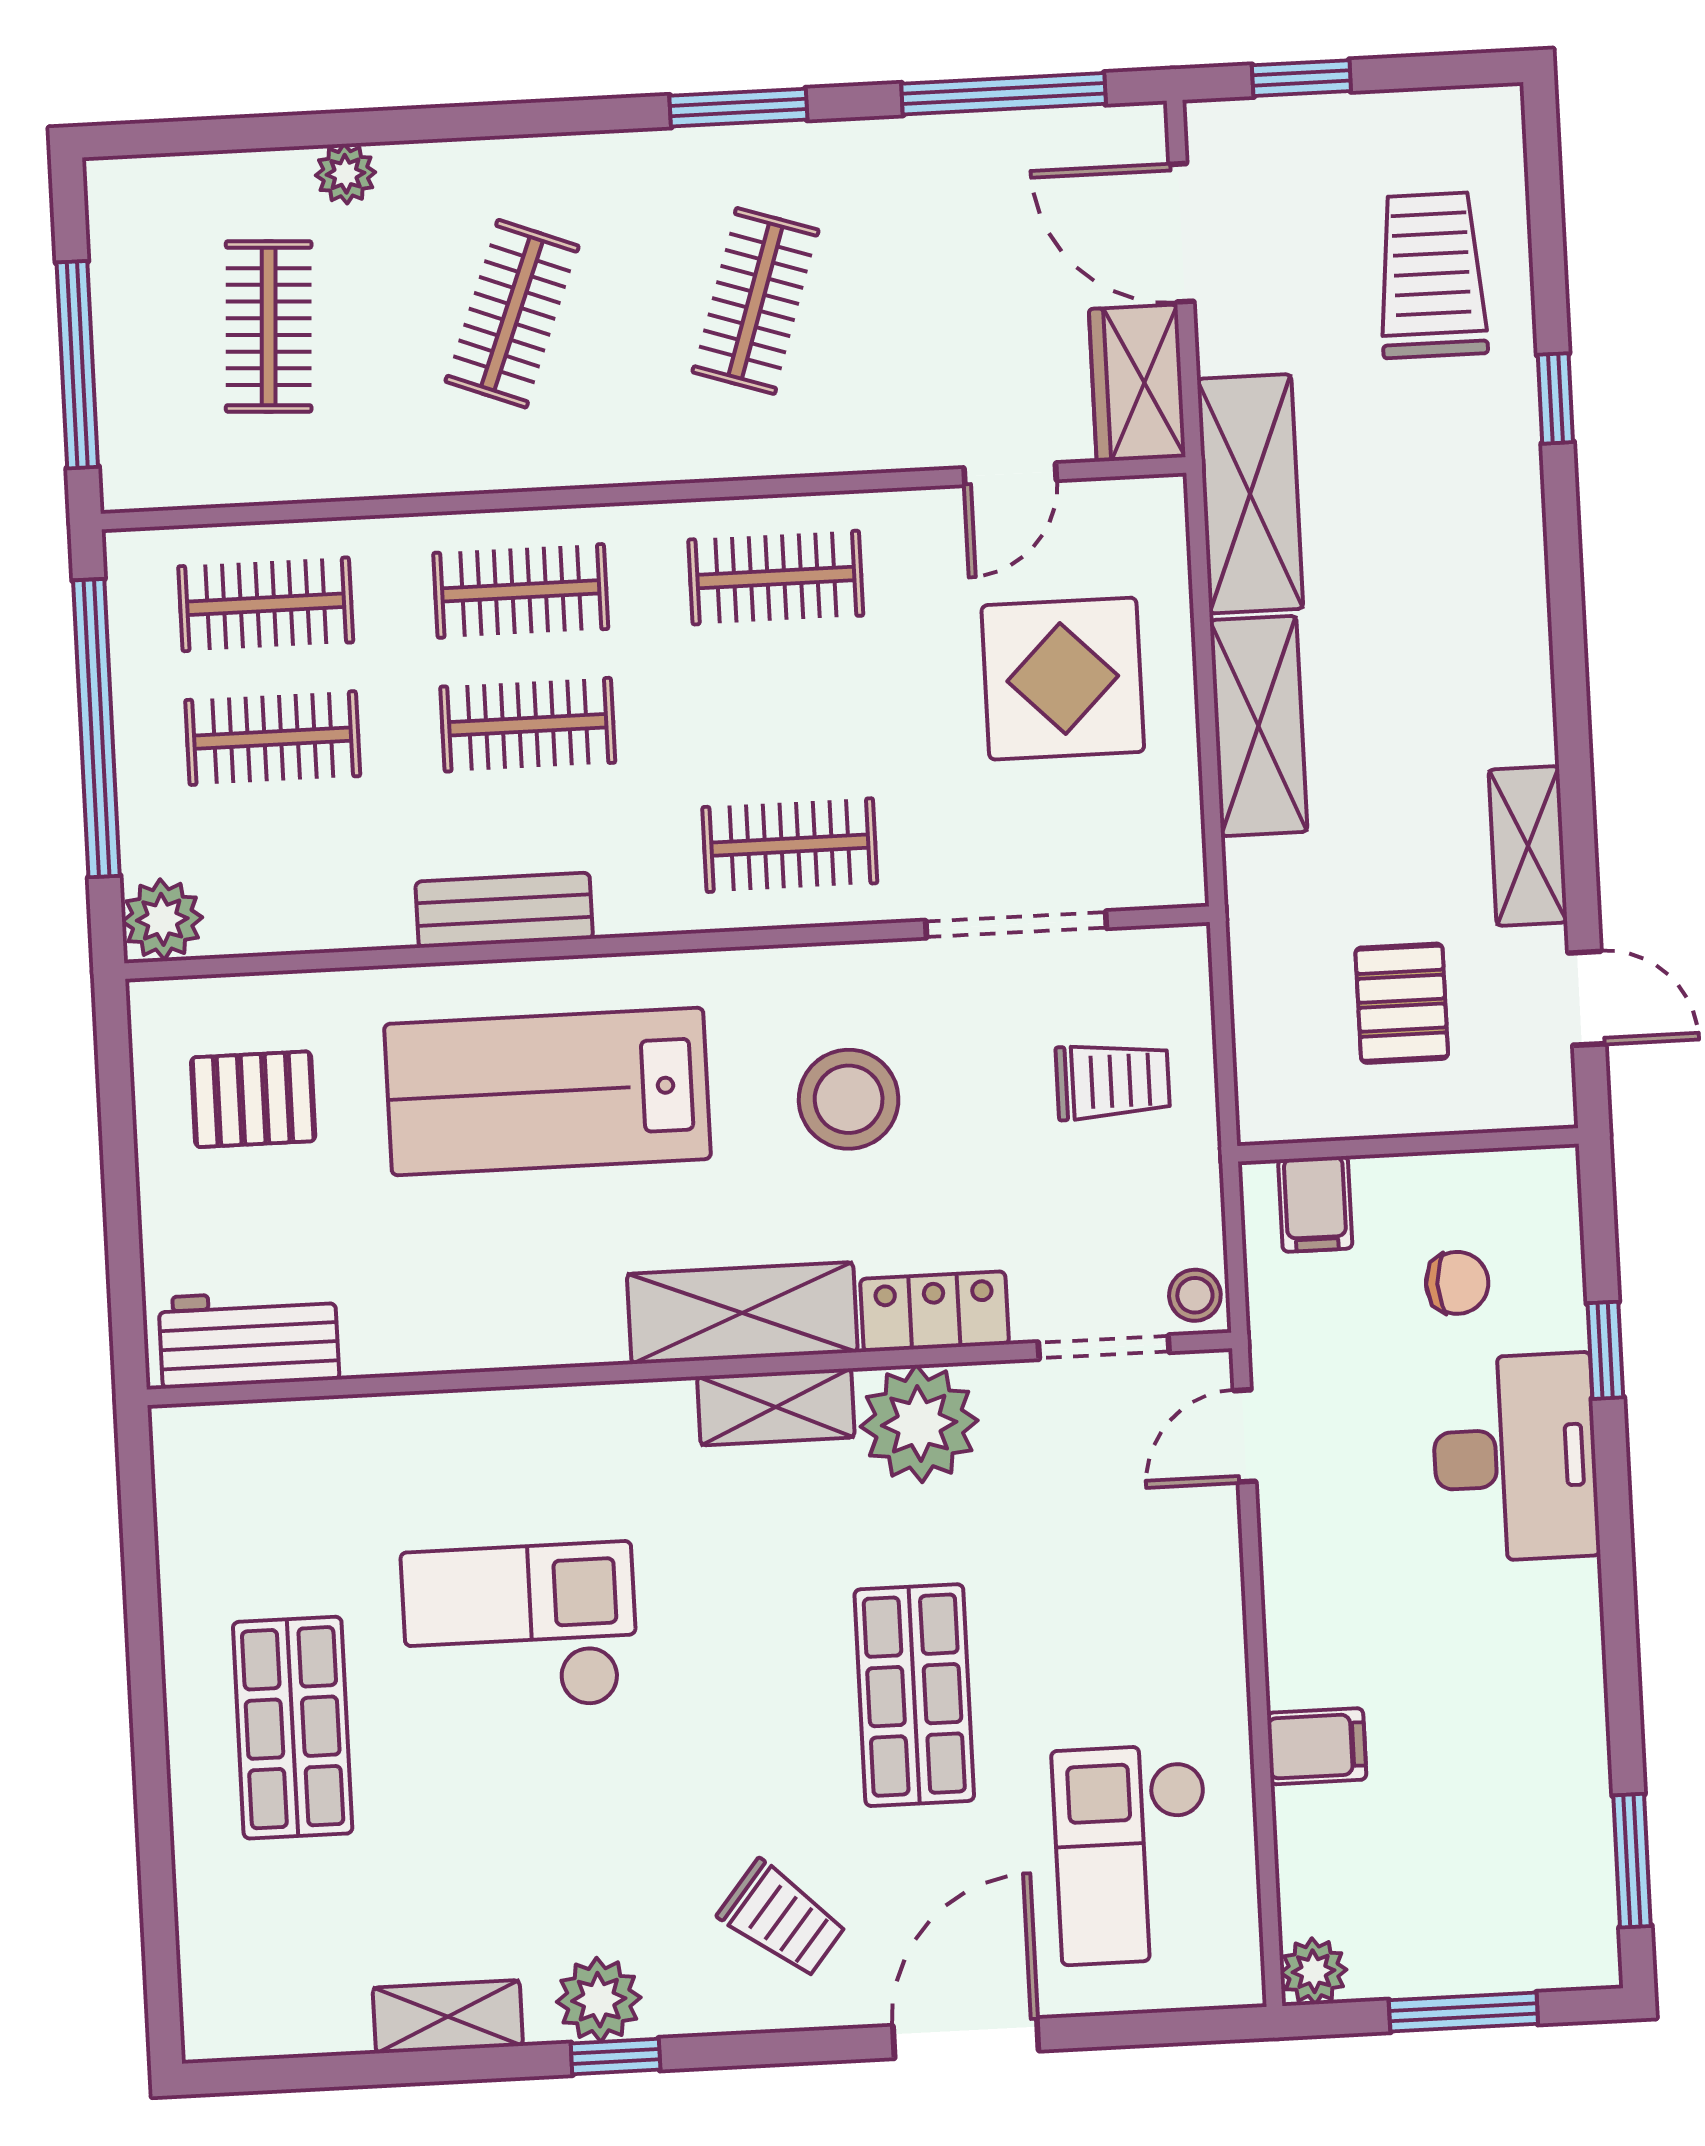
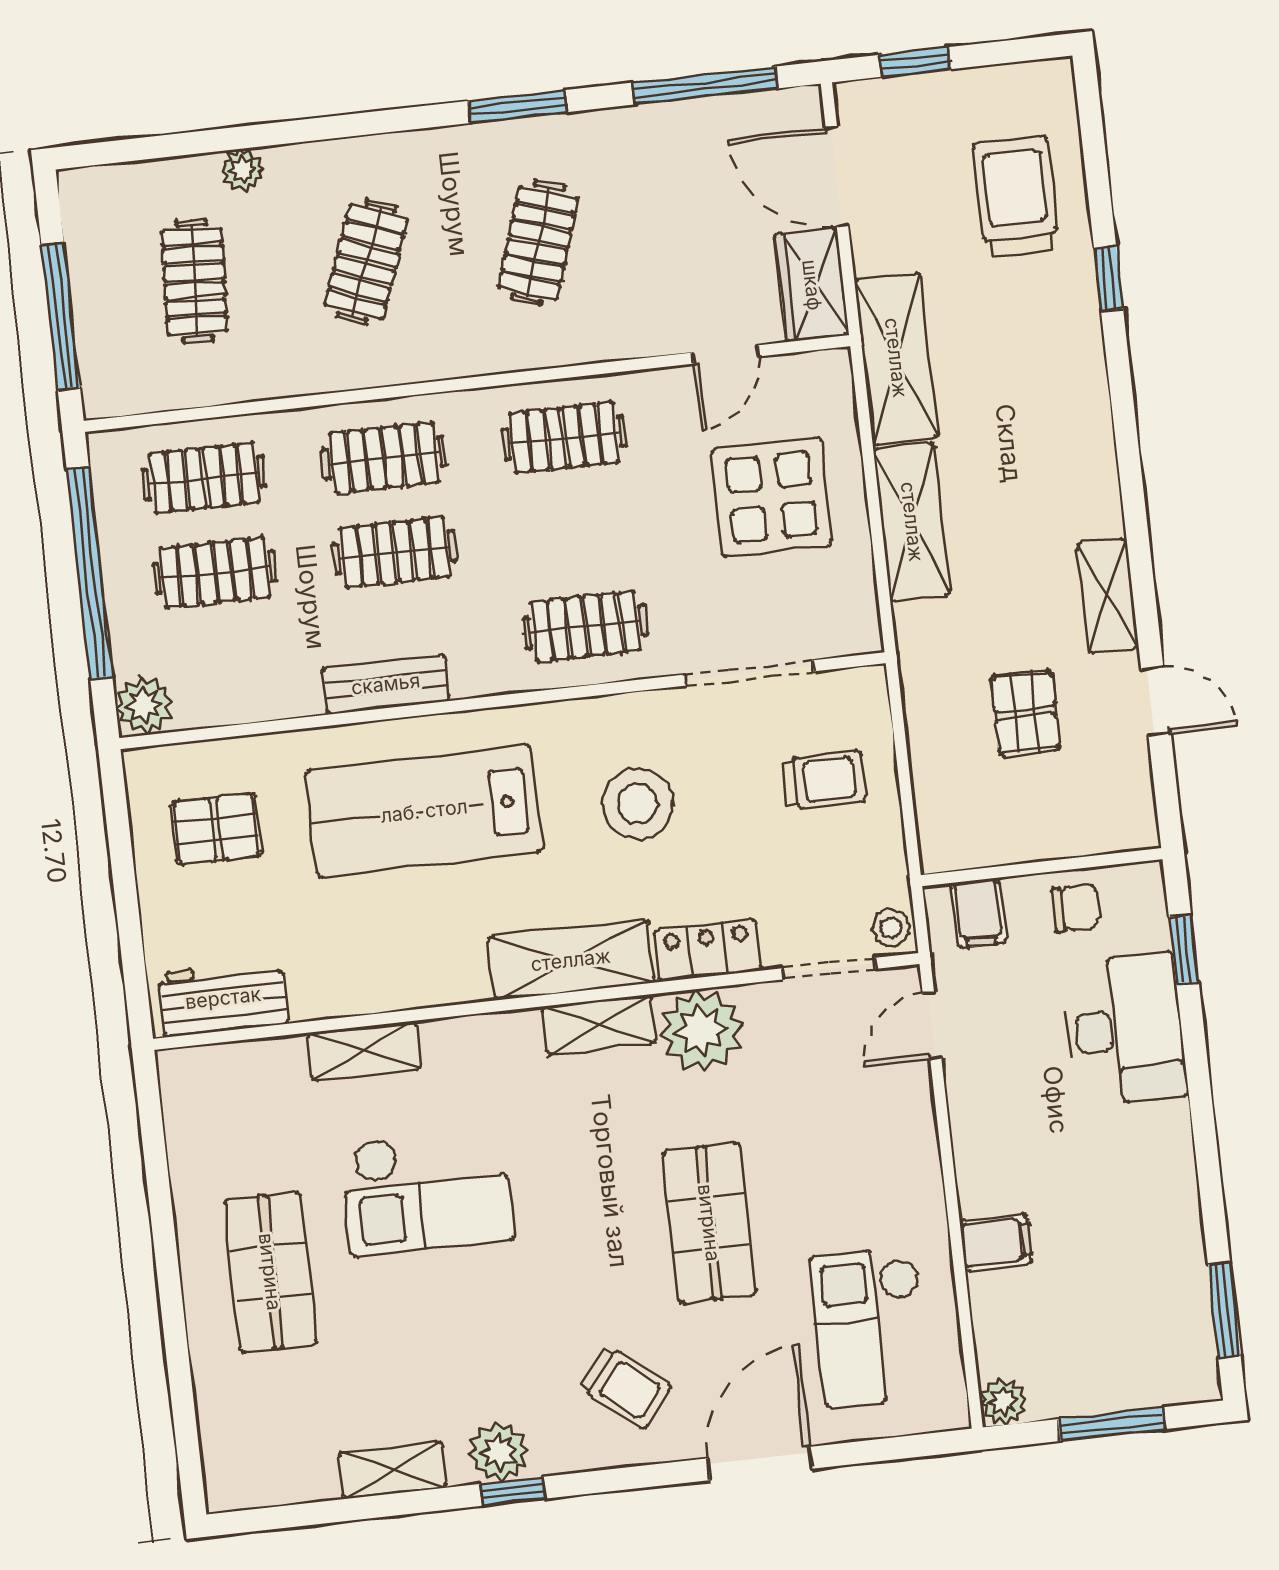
wall: (1408, 1145) -> (1042, 867), moved
filing cabinet: (1315, 1204) -> (978, 913), moved
shelving: (443, 1424) -> (364, 1051), added
checkout: (520, 1628) -> (427, 1192), turned 180

